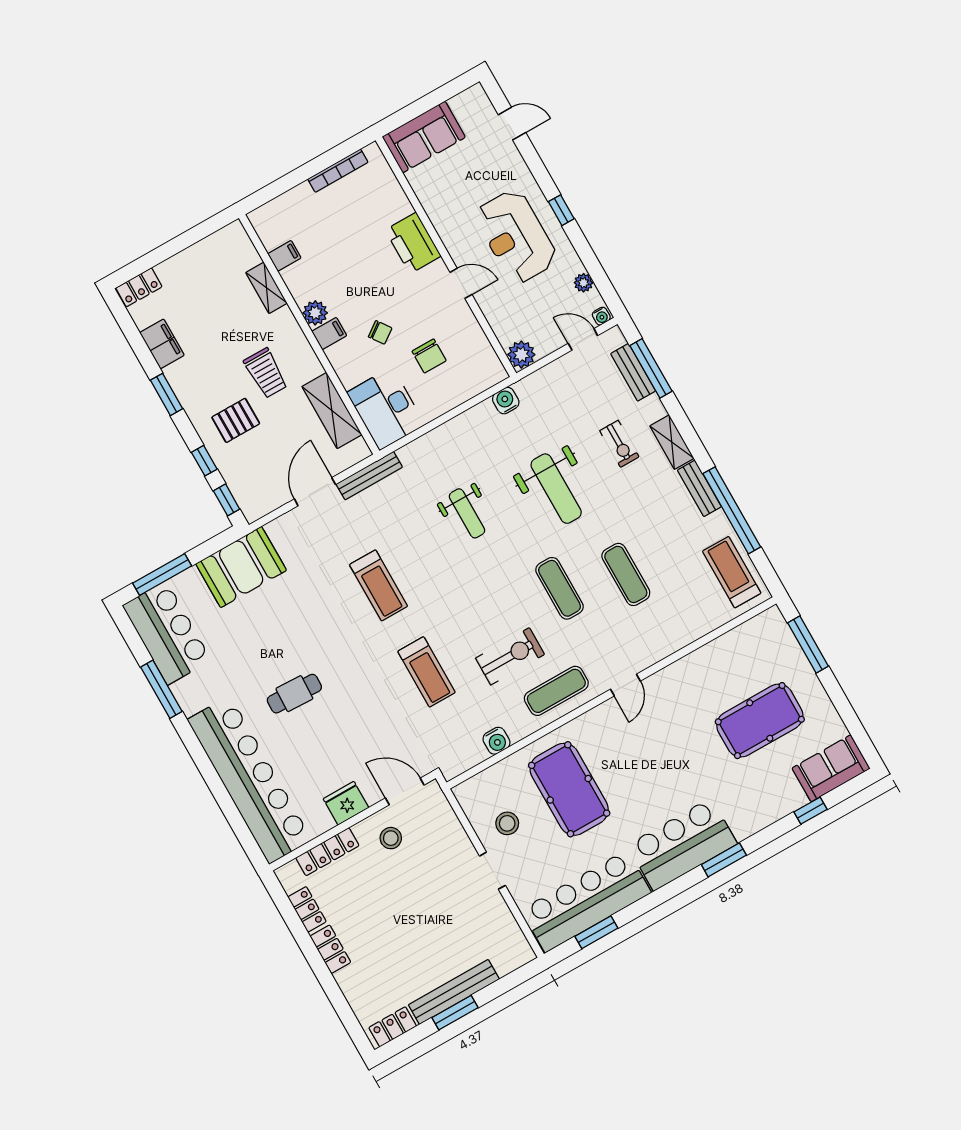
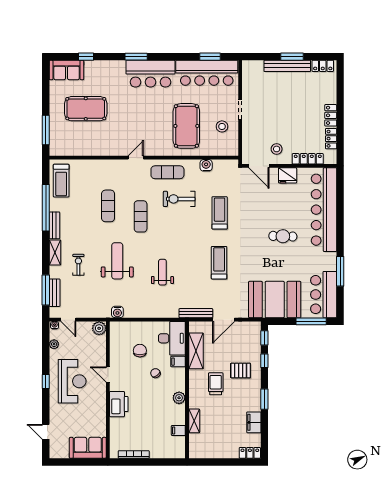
filing cabinet: (329, 334) -> (178, 362), moved
booth: (241, 567) -> (275, 300), width x1.36, depth x1.42

